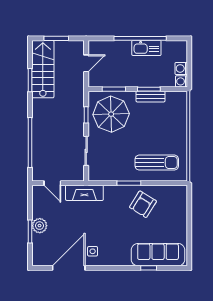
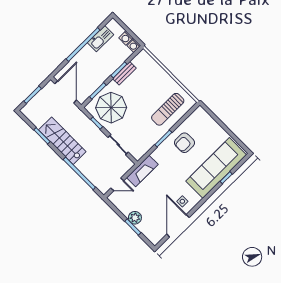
kitchen sink: (146, 48) -> (101, 39), moved
door: (86, 63) -> (66, 92), width x1.88
stairs: (43, 69) -> (62, 141), moved
sun lounger: (157, 163) -> (168, 109), turned 180
armchair: (143, 204) -> (184, 143), turned 58
sofa: (158, 255) -> (216, 168), width x1.36, depth x1.27

